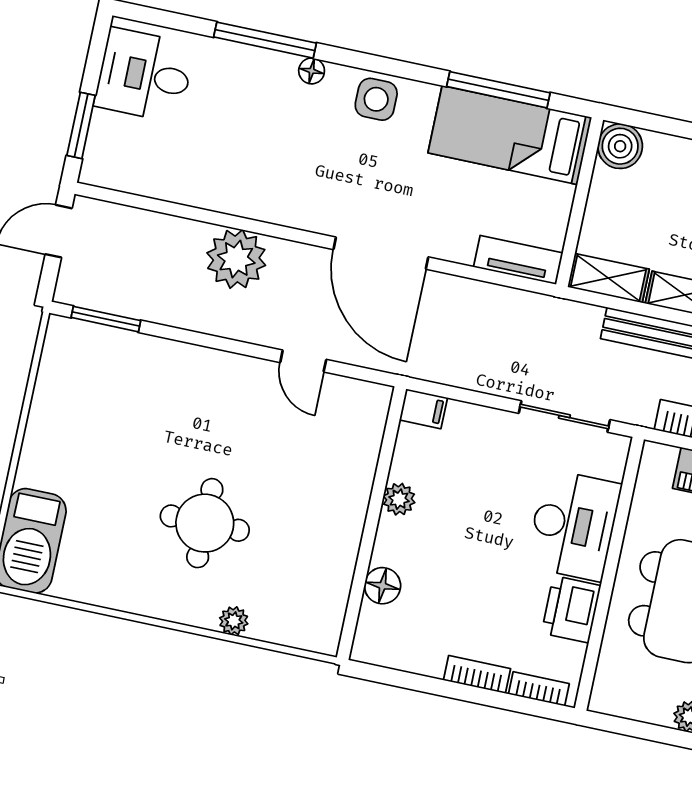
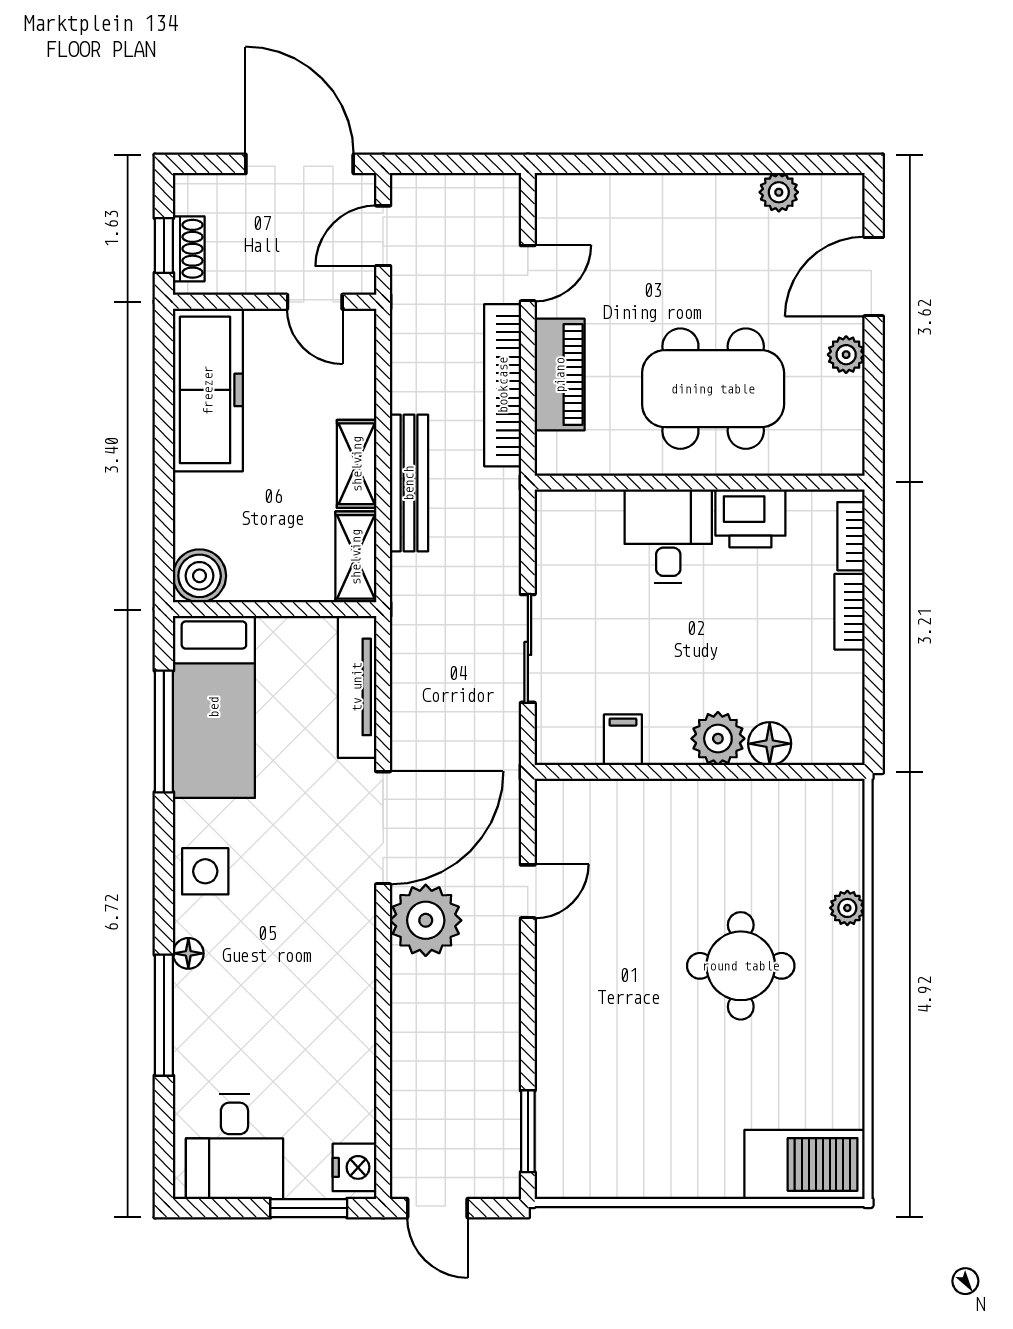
nightstand: (107, 170) -> (355, 1167), added
plant: (236, 259) -> (426, 920), moved
tv unit: (518, 260) -> (357, 687), width x1.41
filing cabinet: (423, 409) -> (623, 740), moved
sliding door: (564, 417) -> (528, 648), moved
plant: (399, 499) -> (718, 739), moved, width x1.38, depth x1.38
desk: (573, 525) -> (668, 536), width x0.73

